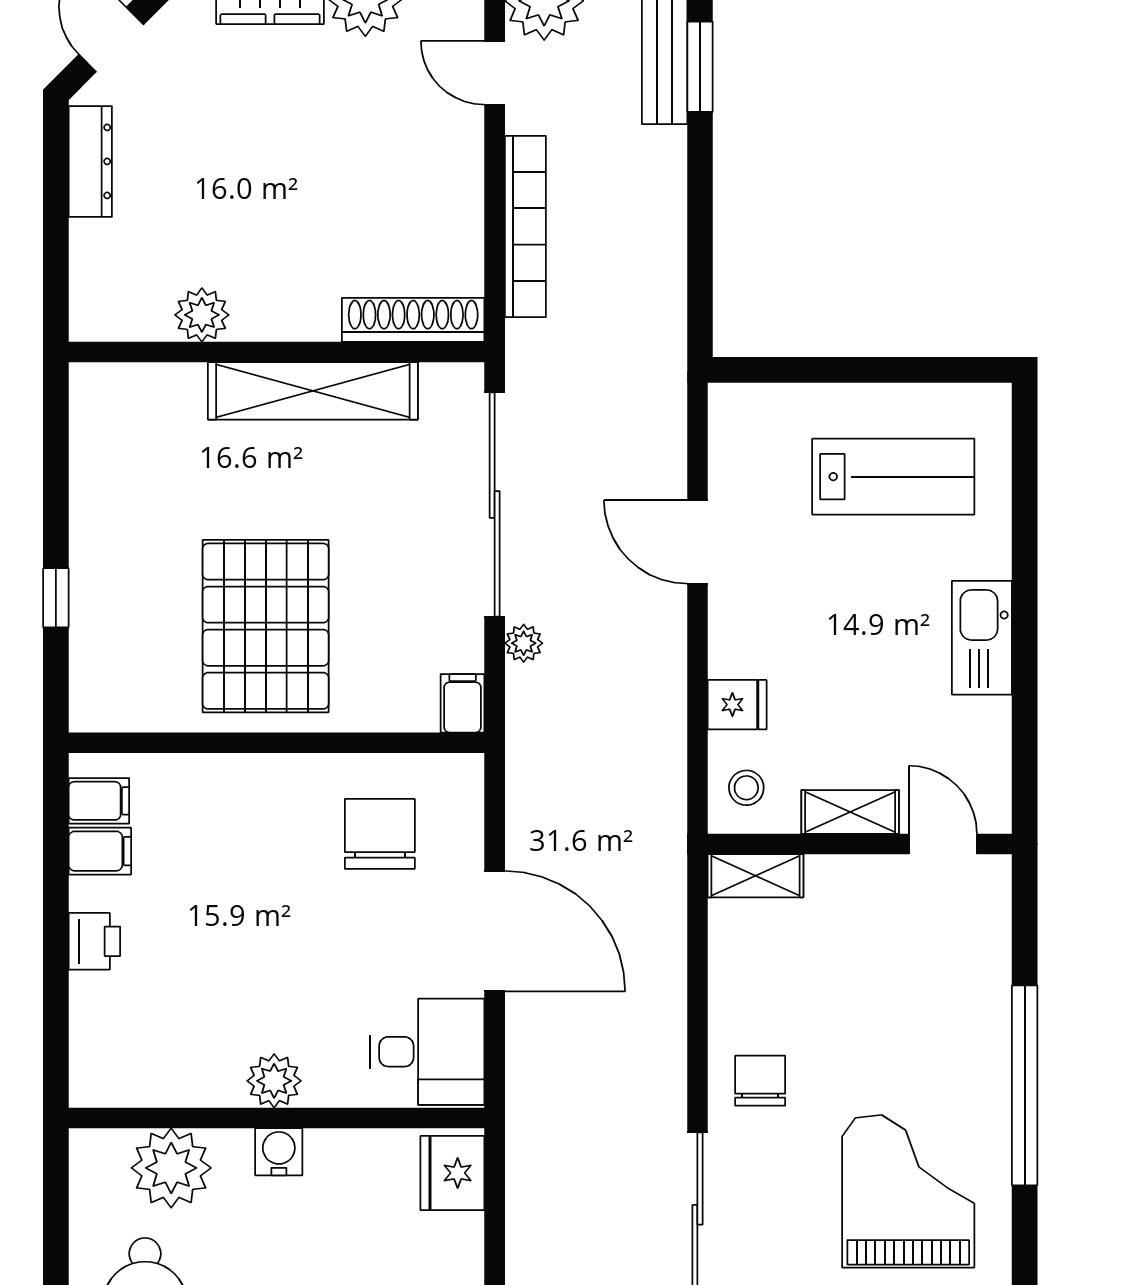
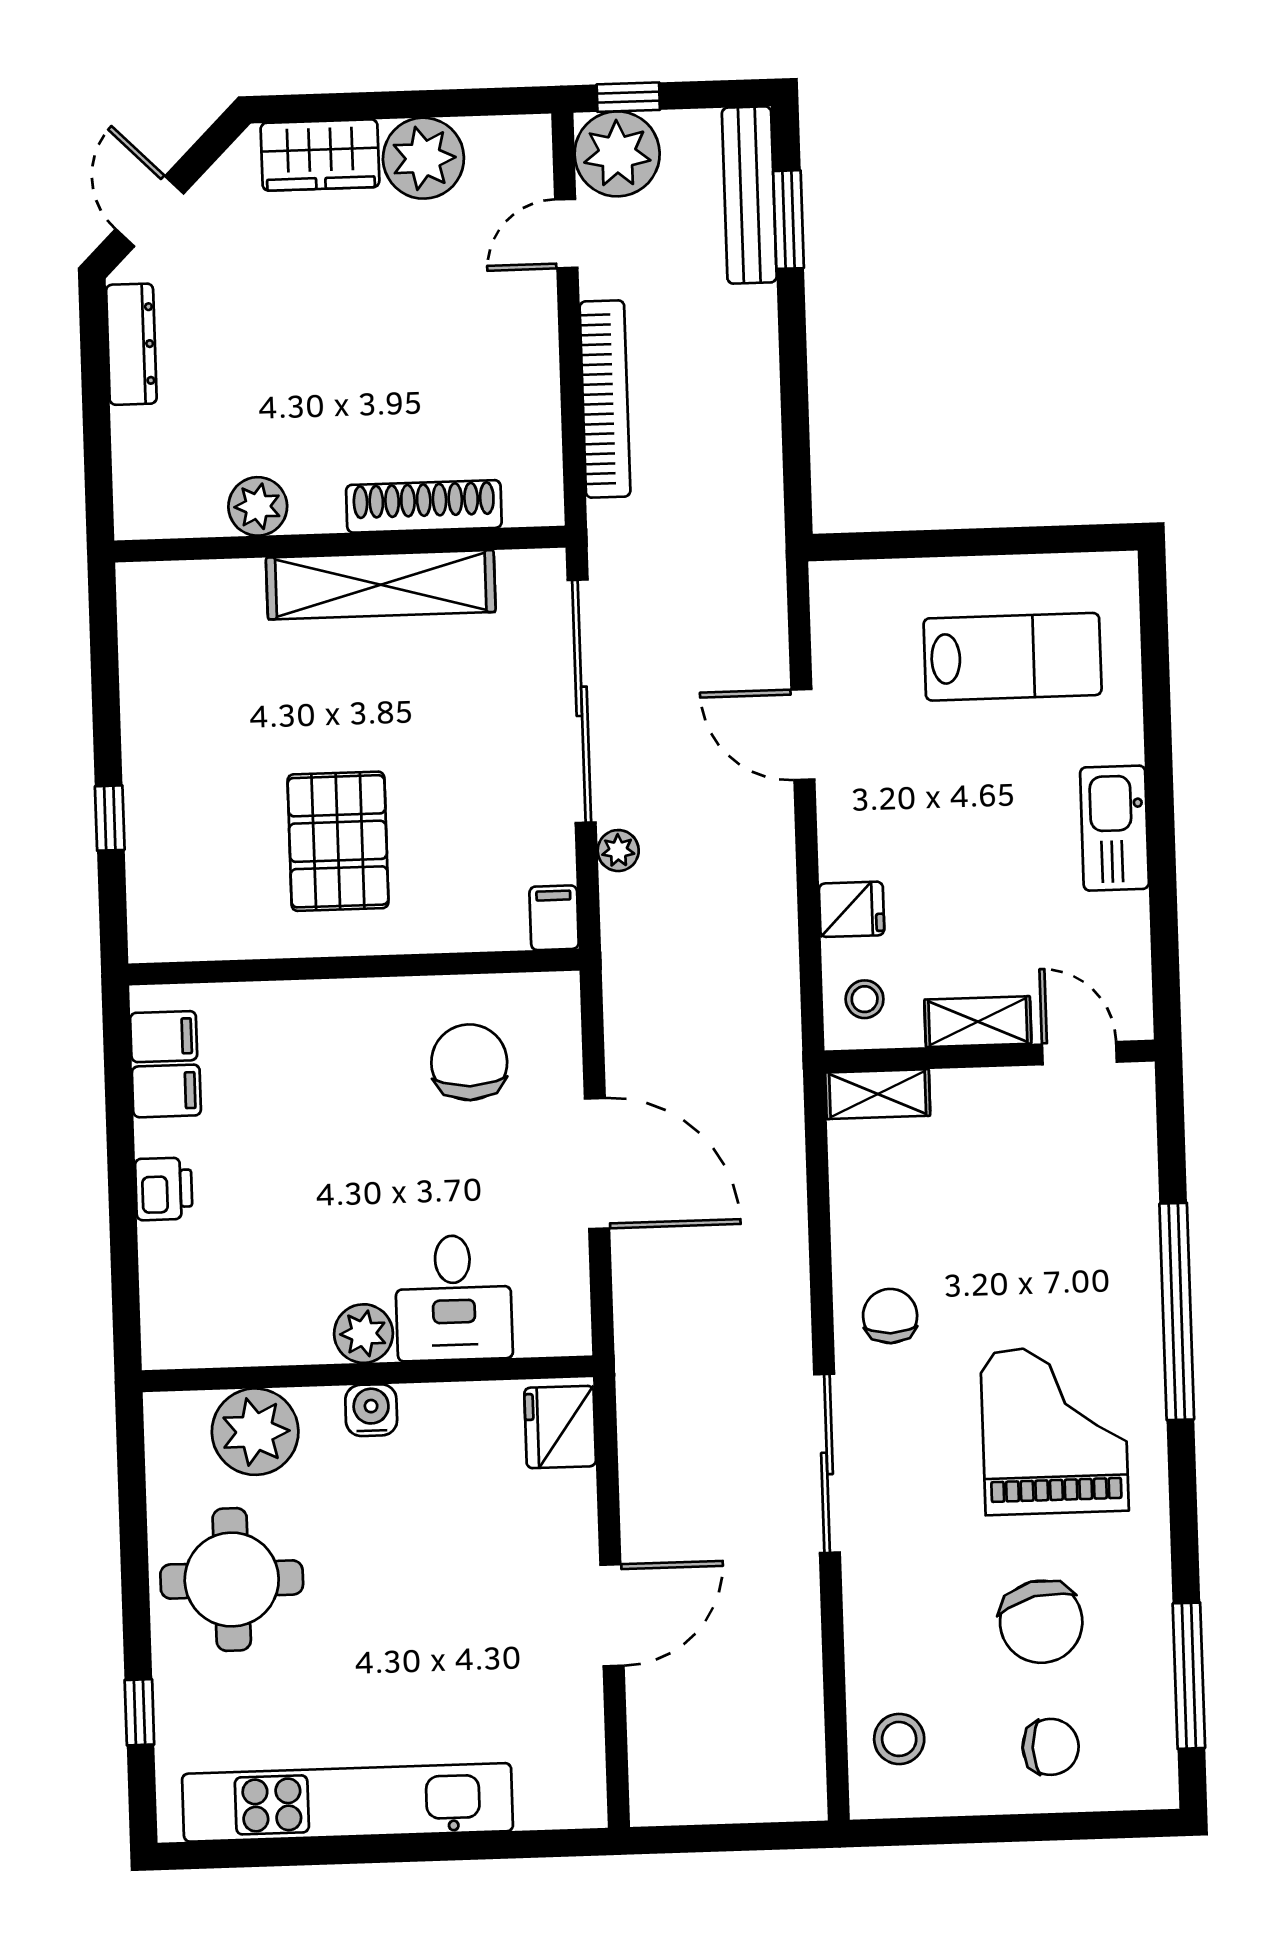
door: (495, 73) -> (566, 234), hinge flipped
shoe rack: (413, 320) -> (424, 506), moved
pallet: (266, 626) -> (338, 841), width x0.73, depth x0.71
desk: (427, 1052) -> (454, 1298), moved, turned 90

